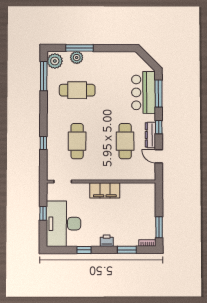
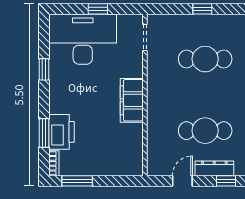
printer: (107, 241) -> (62, 132), moved, width x1.87, depth x1.48

